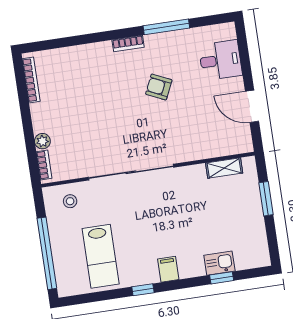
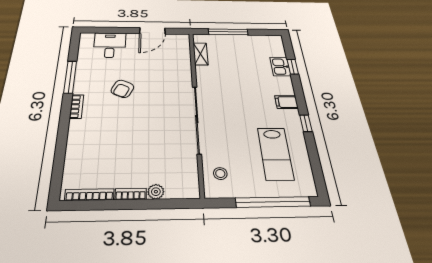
bookcase: (44, 165) -> (131, 194), moved
window: (266, 199) -> (228, 32), width x1.44
lab bench: (101, 256) -> (275, 153), turned 90

